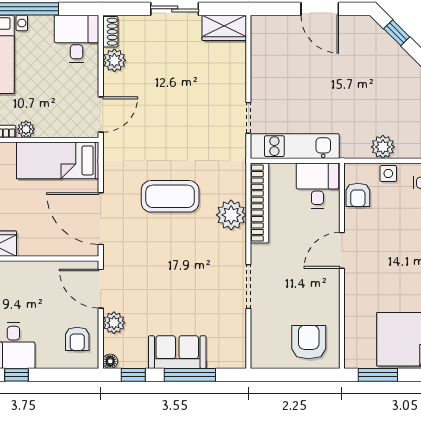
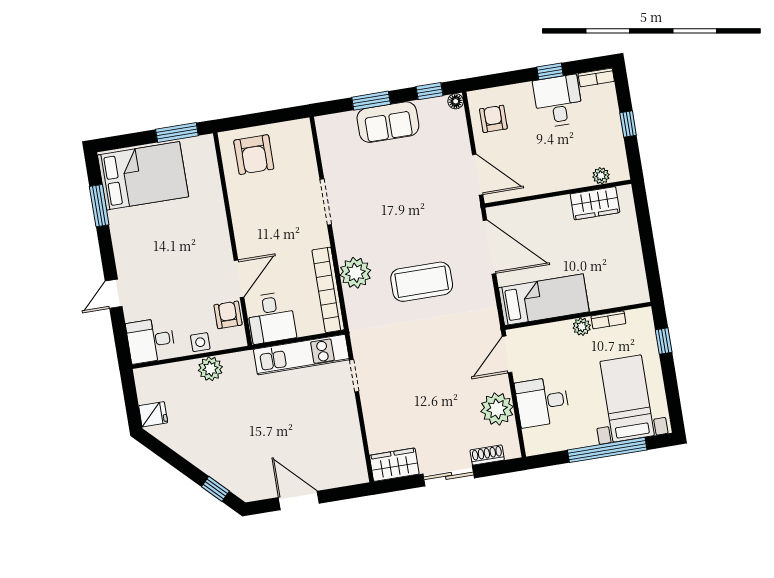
shoe rack: (110, 32) -> (487, 455), moved, turned 90
desk: (77, 39) -> (542, 402), moved, turned 90
plant: (114, 60) -> (497, 409), width x1.36, depth x1.36
door: (342, 250) -> (239, 279), moved
plant: (114, 323) -> (458, 142), removed
window: (190, 375) -> (371, 101), width x0.69

